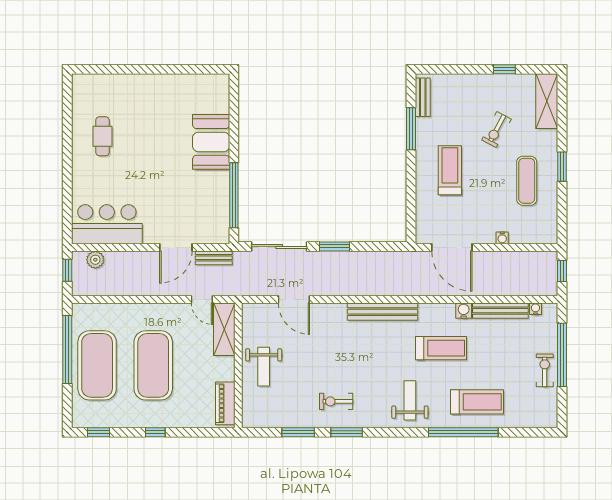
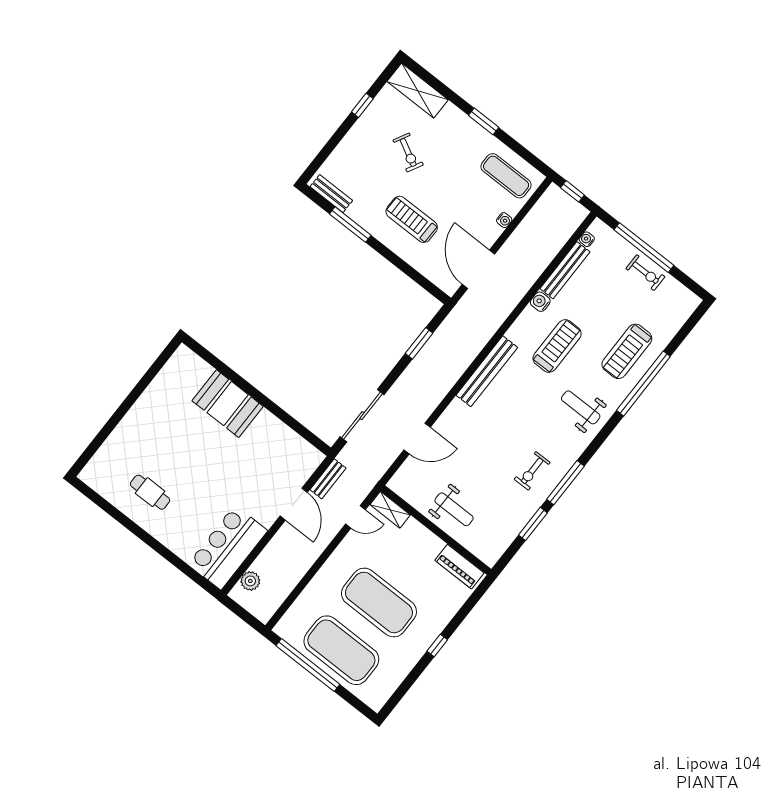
exercise mat: (527, 181) -> (506, 176), moved
window: (234, 195) -> (288, 420), removed
window: (334, 246) -> (419, 343), moved
door: (452, 247) -> (478, 269), swing flipped
window: (67, 270) -> (241, 612), removed
shelving: (224, 329) -> (390, 510), width x0.67, depth x0.75
exercise bike: (545, 370) -> (645, 273), turned 180
treadmill: (477, 402) -> (627, 351), turned 180
window: (99, 432) -> (399, 694), removed
window: (347, 432) -> (565, 483), width x1.44

